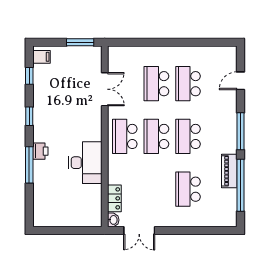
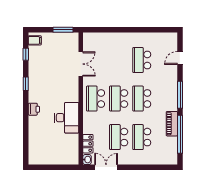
school desk: (156, 84) -> (119, 137), moved
window: (29, 165) -> (26, 119), removed
double door: (139, 231) -> (106, 167), swing flipped

